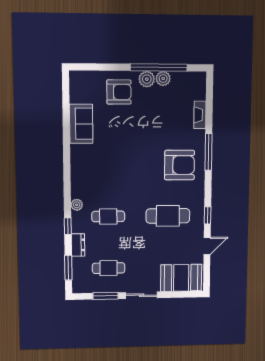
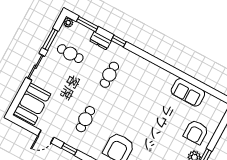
plant: (77, 205) -> (68, 23), moved
cafe table: (168, 216) -> (85, 119), width x0.73, depth x0.74
door: (207, 246) -> (46, 136), hinge flipped
cafe table: (109, 268) -> (70, 54), turned 90

